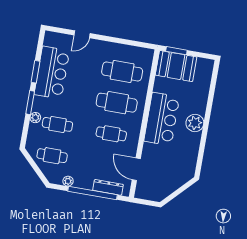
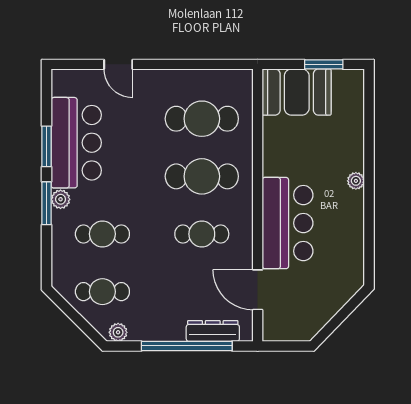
door: (82, 34) -> (118, 64), hinge flipped
window: (176, 51) -> (324, 64), moved
plant: (35, 118) -> (61, 199), moved
bar counter: (162, 119) -> (288, 223), moved
plant: (195, 123) -> (356, 181), width x0.53, depth x0.53
plant: (68, 181) -> (118, 332), moved

